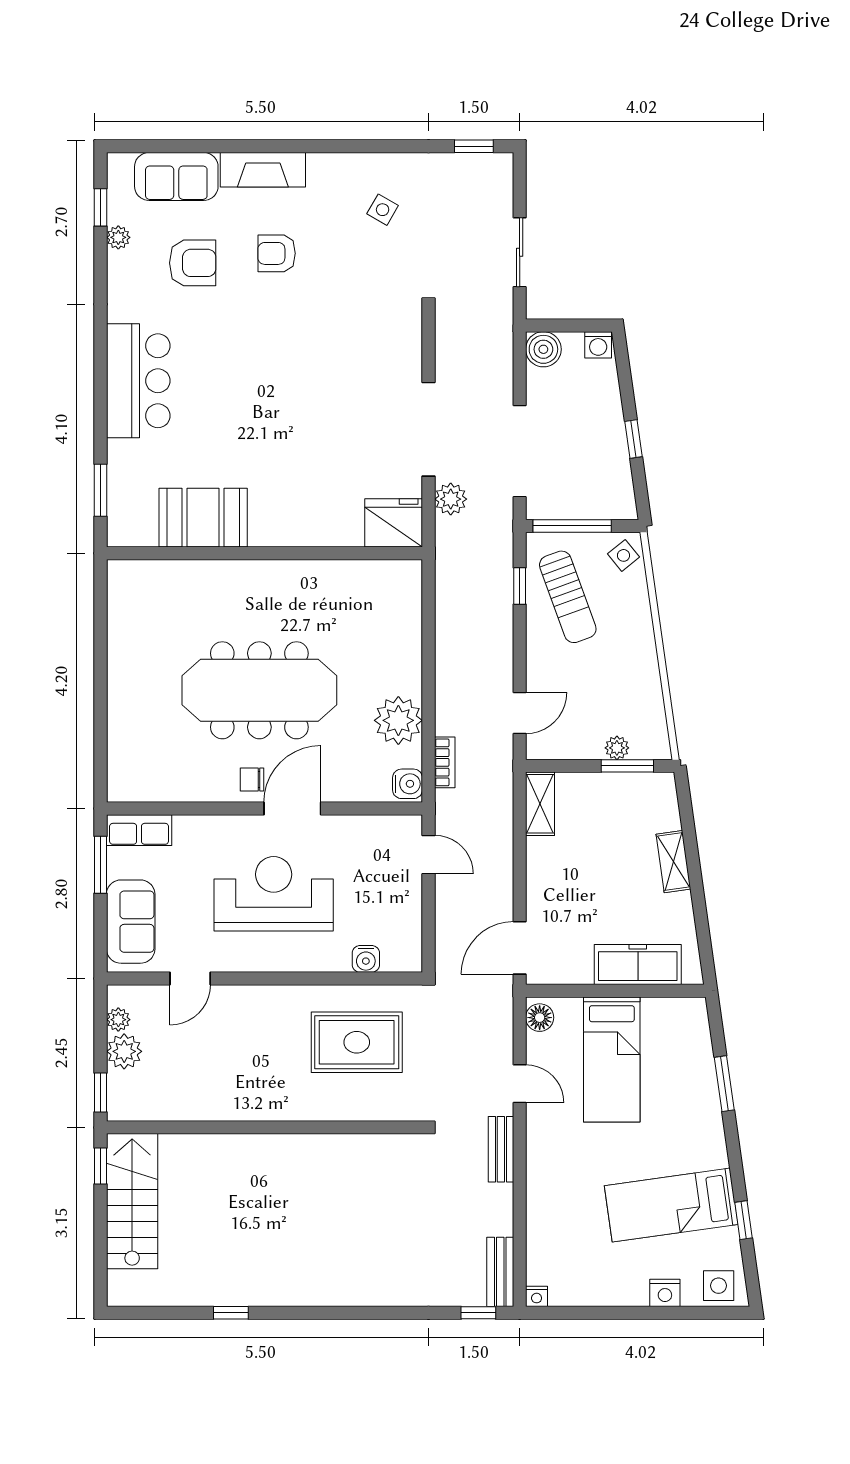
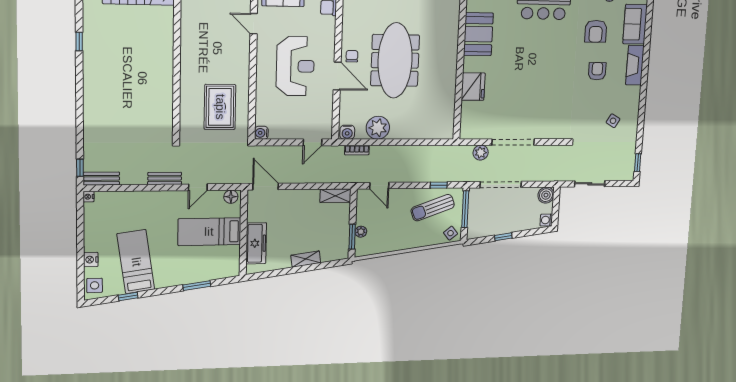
fridge: (394, 523) -> (473, 87), moved
water cooler: (366, 959) -> (261, 133), moved

